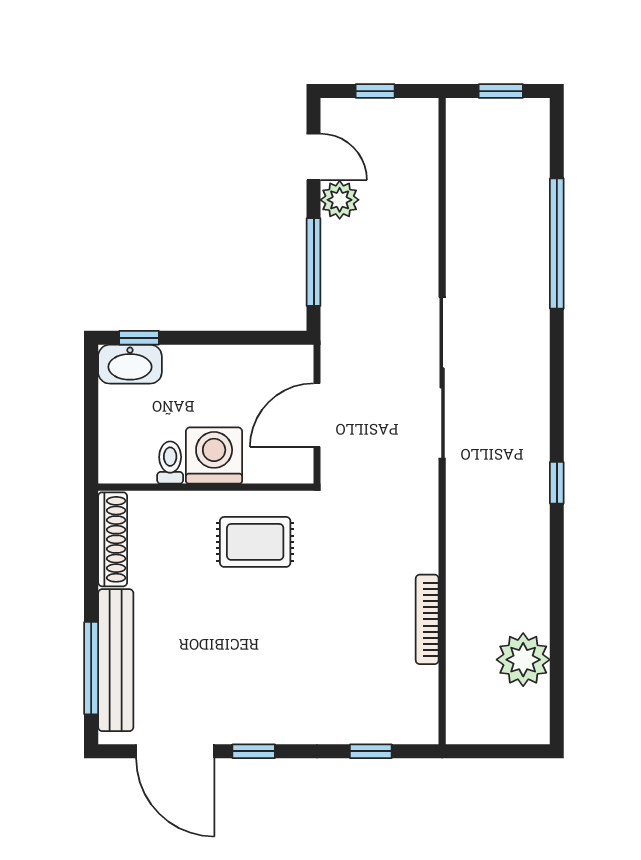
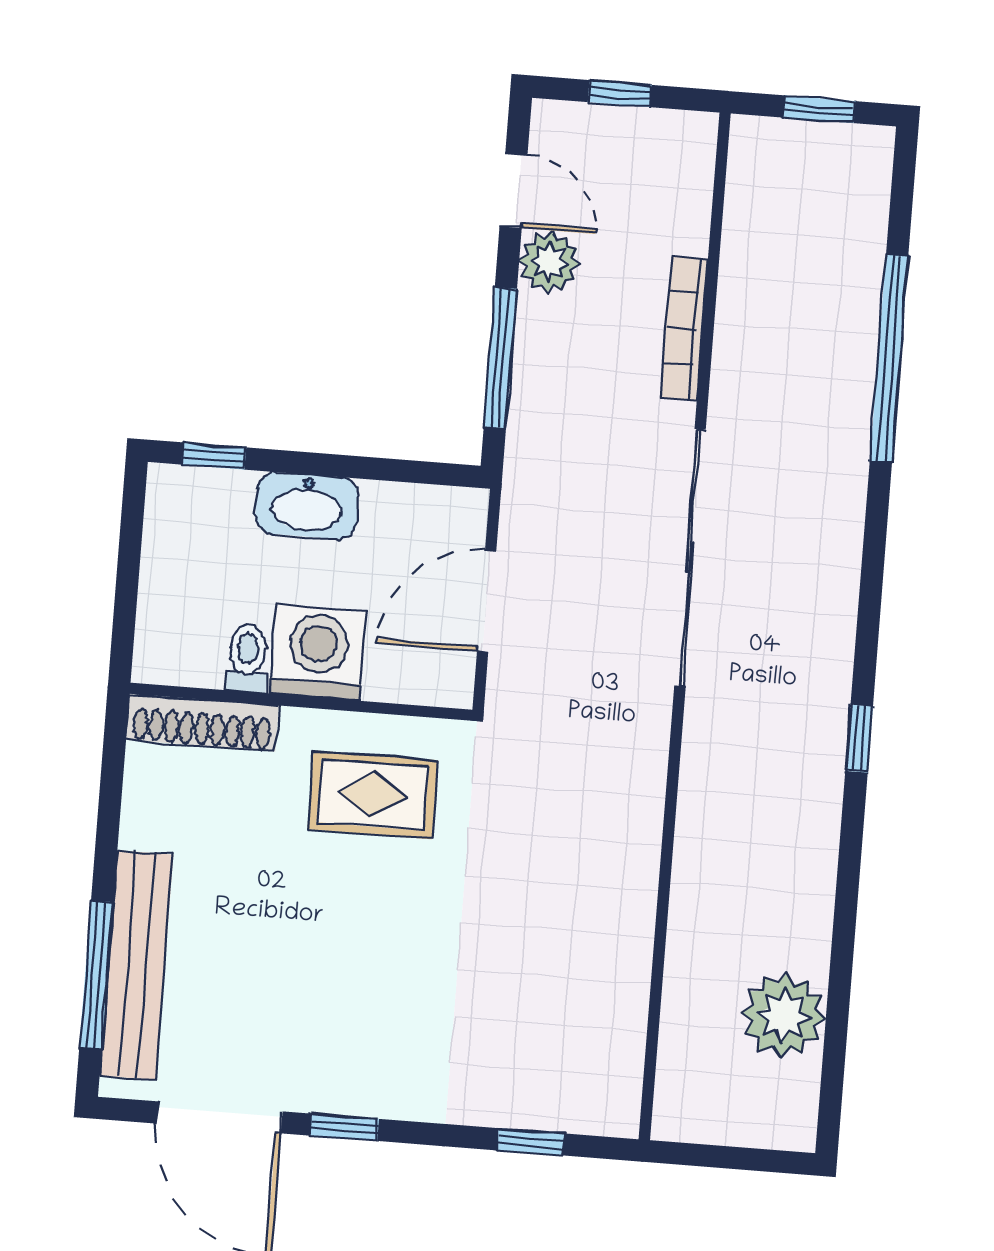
washbasin: (130, 364) -> (307, 506), moved
shoe rack: (113, 539) -> (202, 723), moved, turned 90
bookcase: (427, 619) -> (684, 328), moved

